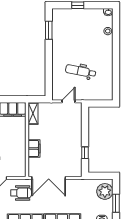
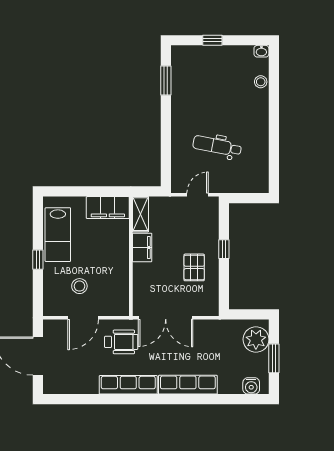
pallet: (66, 147) -> (194, 267), added
filing cabinet: (34, 149) -> (142, 247), moved
window: (85, 153) -> (224, 249), moved

